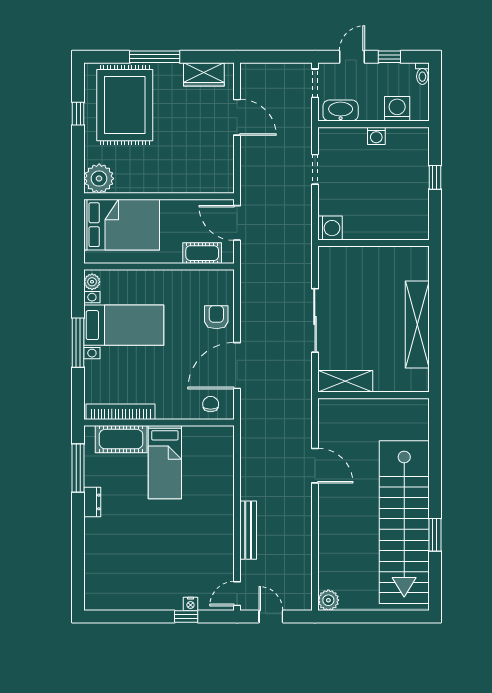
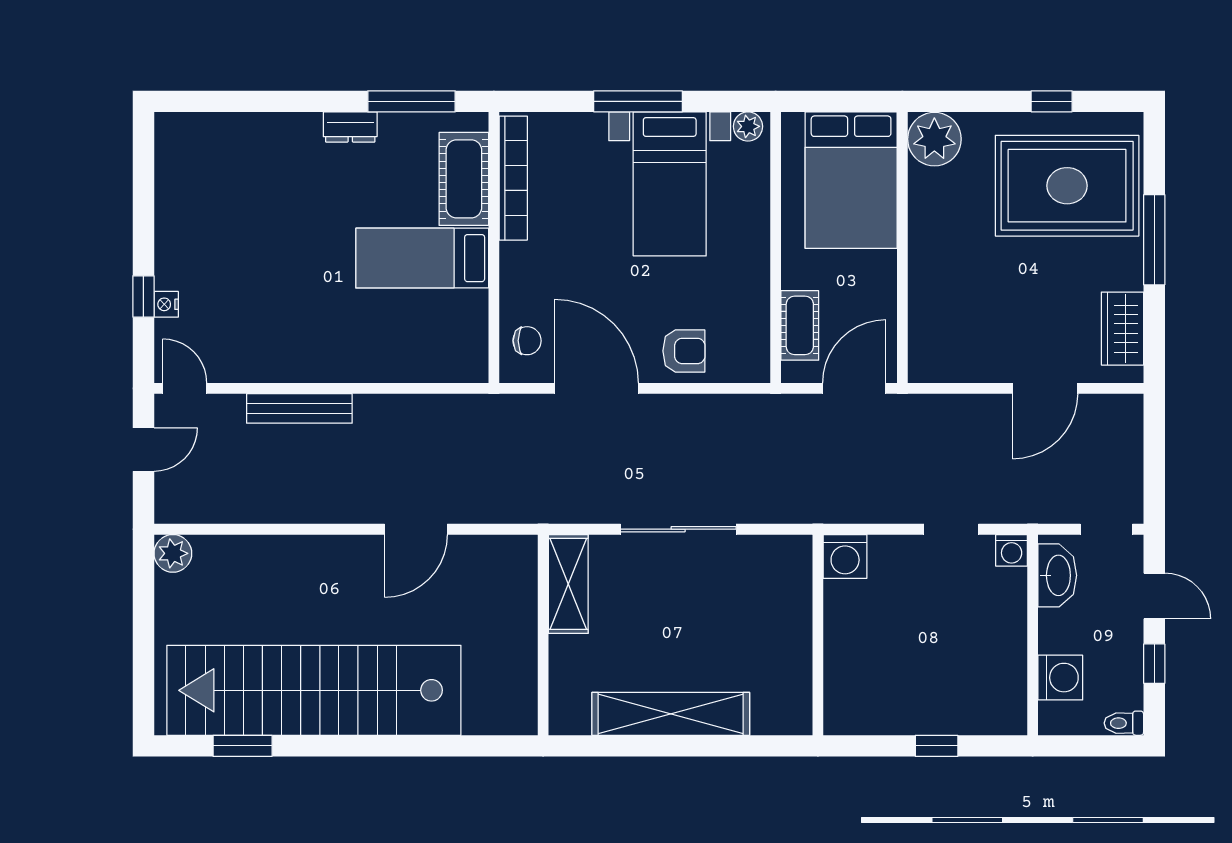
washing machine: (376, 136) -> (1012, 550), moved, turned -90
window: (435, 535) -> (243, 746), moved

